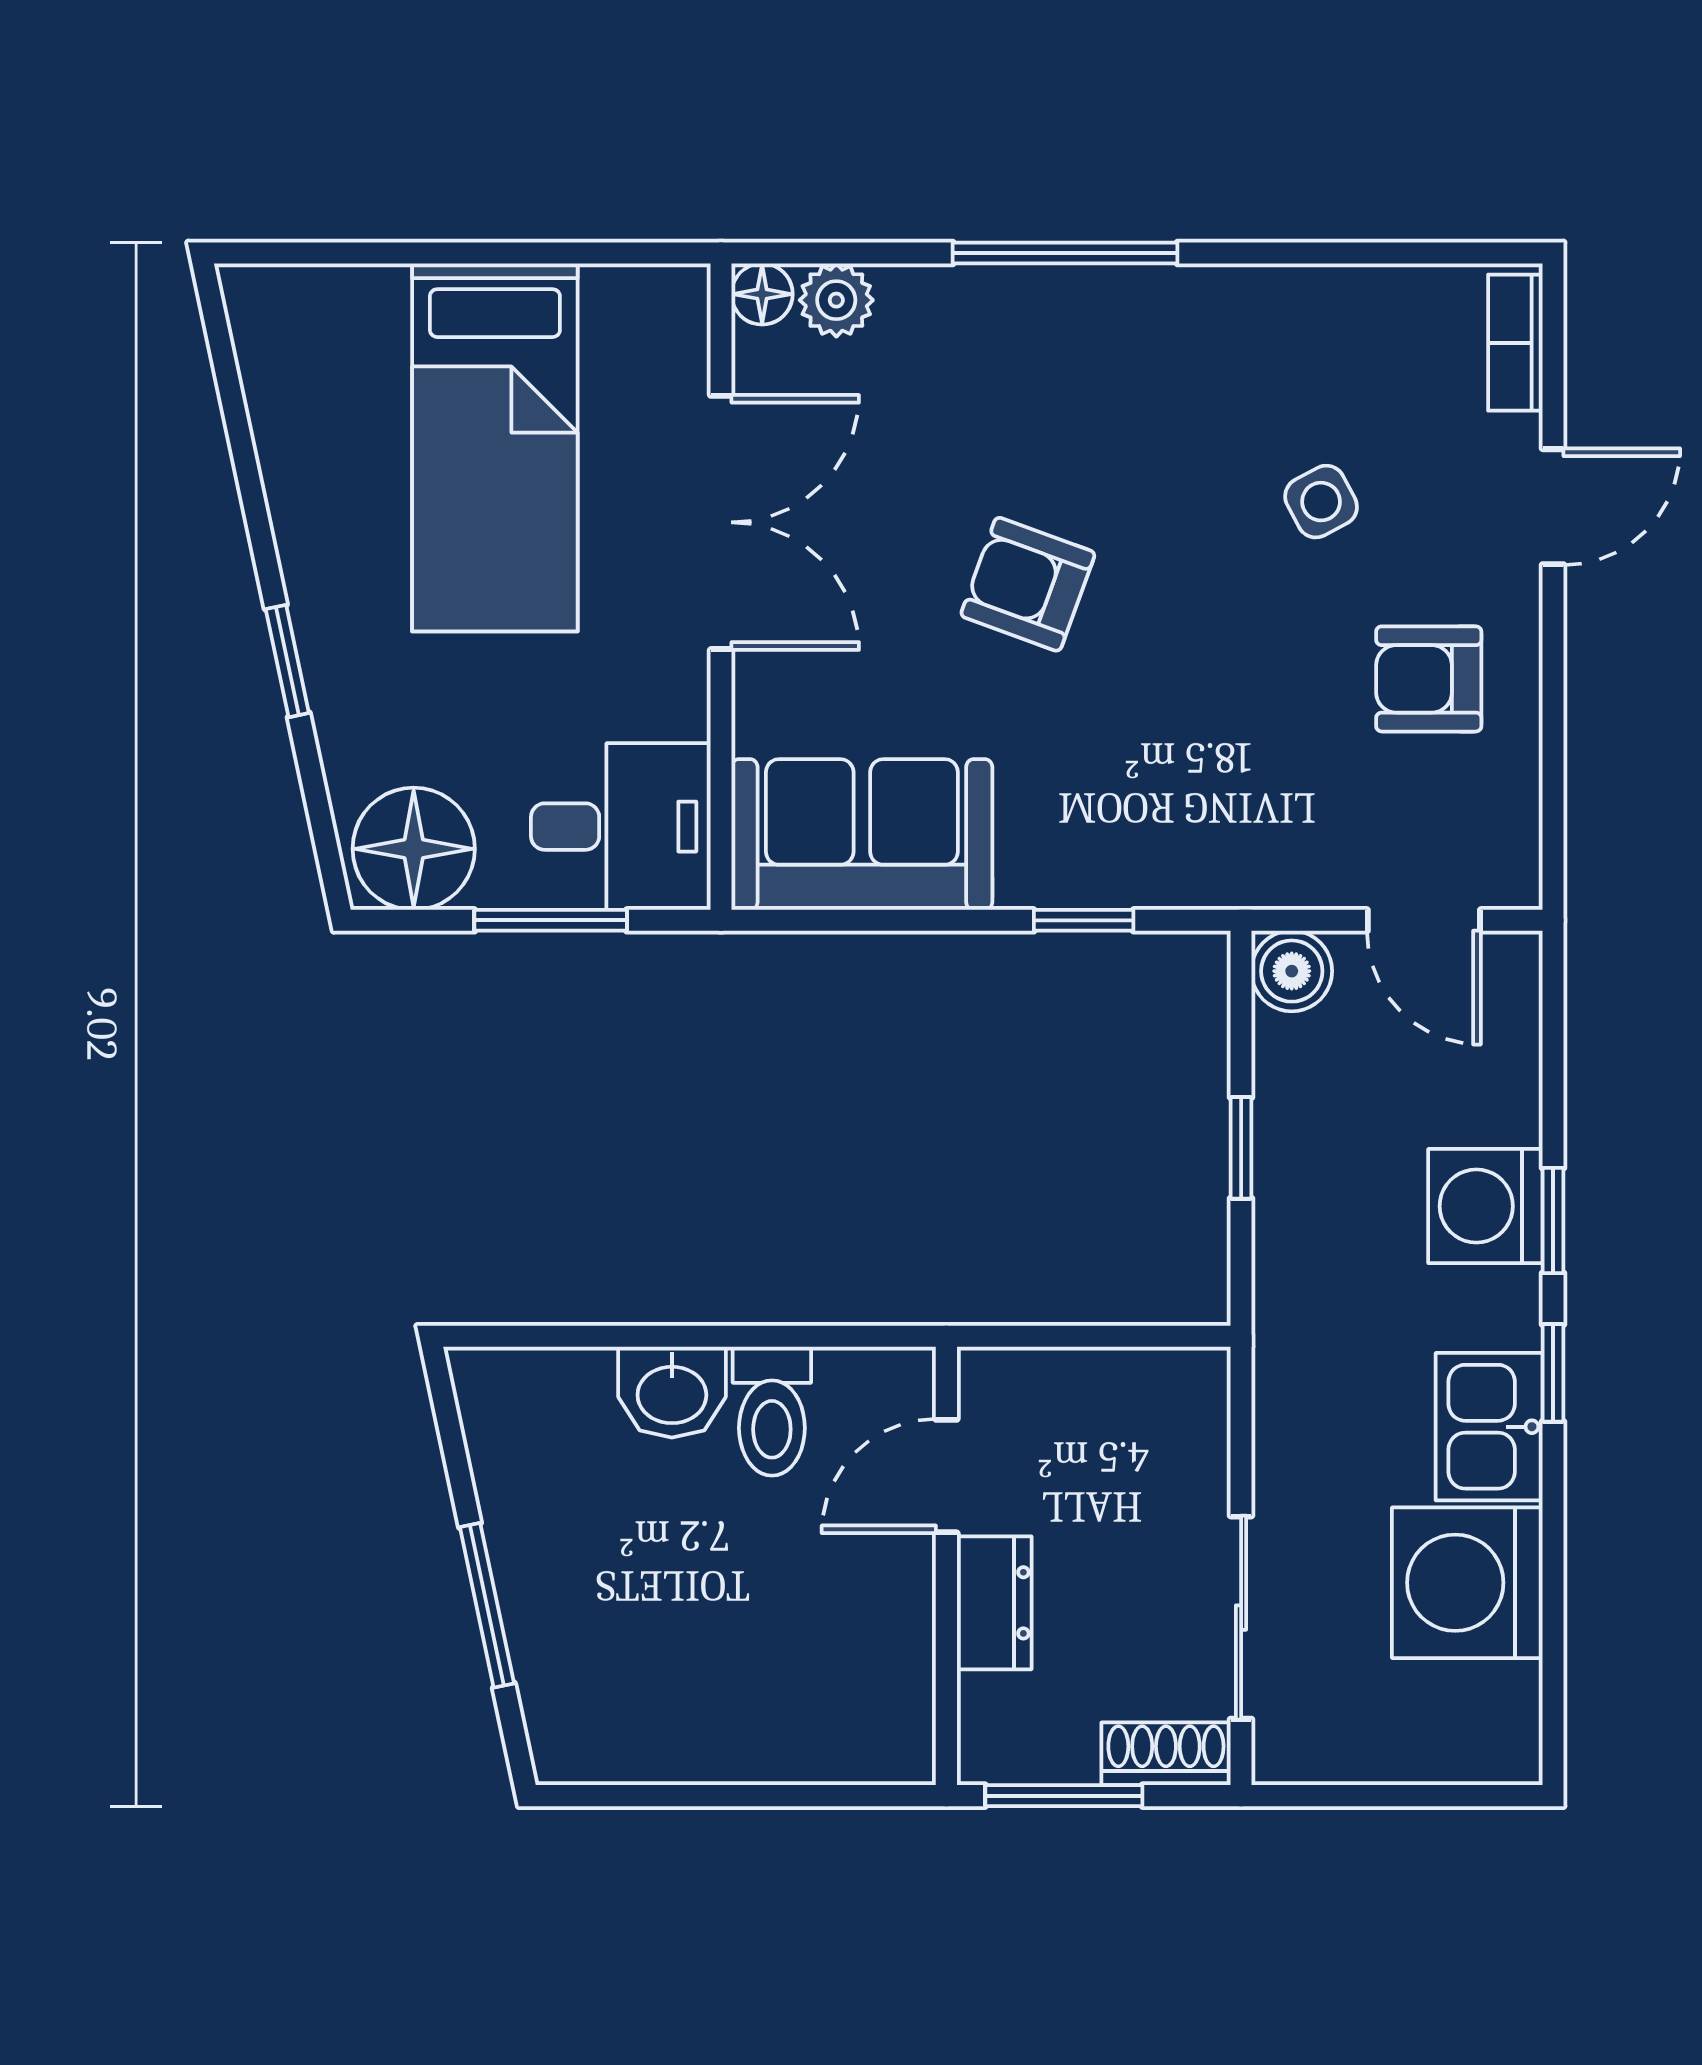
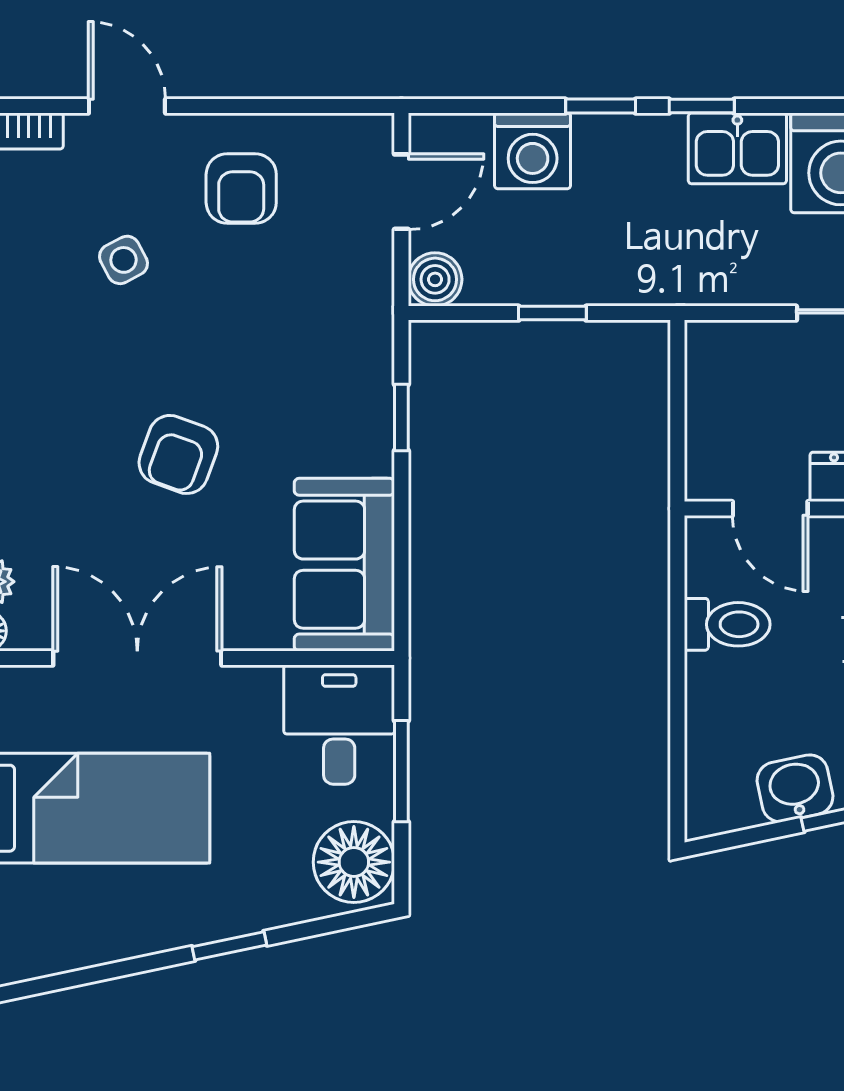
washing machine: (1485, 1206) -> (533, 151), moved
washbasin: (672, 1392) -> (795, 788), moved, turned -102

